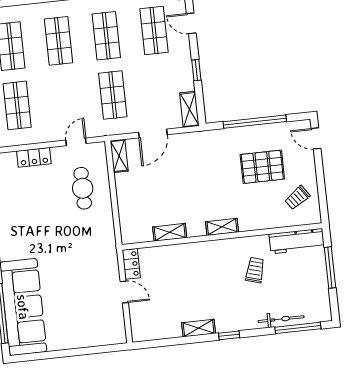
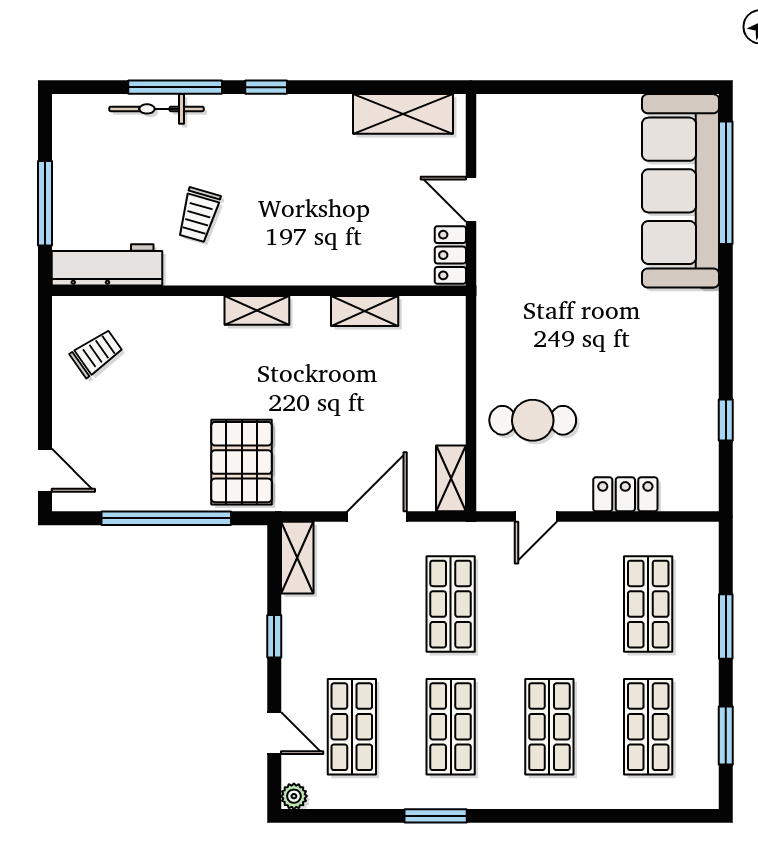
pallet: (262, 167) -> (242, 462), moved, turned 90
cafe table: (83, 188) -> (533, 420), turned 90
shelving: (199, 328) -> (403, 114), moved, width x1.50, depth x1.33
window: (298, 328) -> (175, 87), moved

